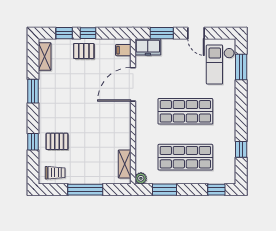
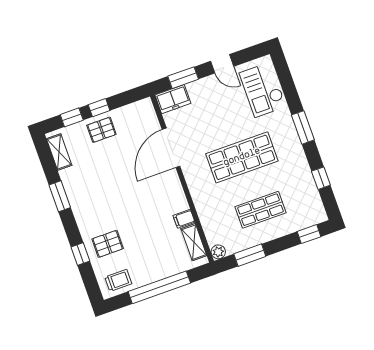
filing cabinet: (123, 50) -> (184, 219), moved
window: (241, 67) -> (303, 127), moved
shop shelf: (185, 157) -> (260, 210), width x0.70, depth x0.74
window: (85, 190) -> (159, 287), width x1.46

